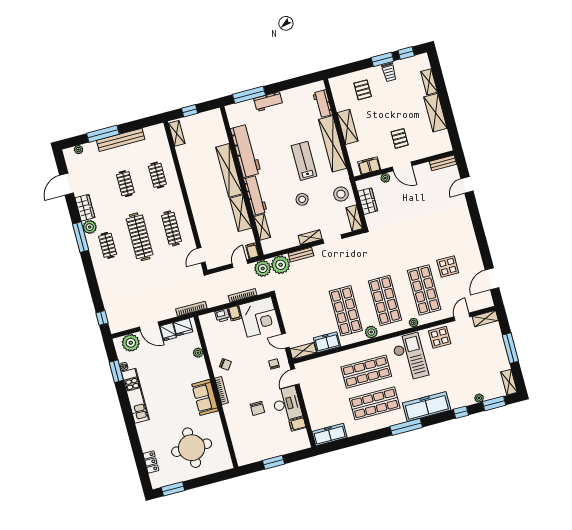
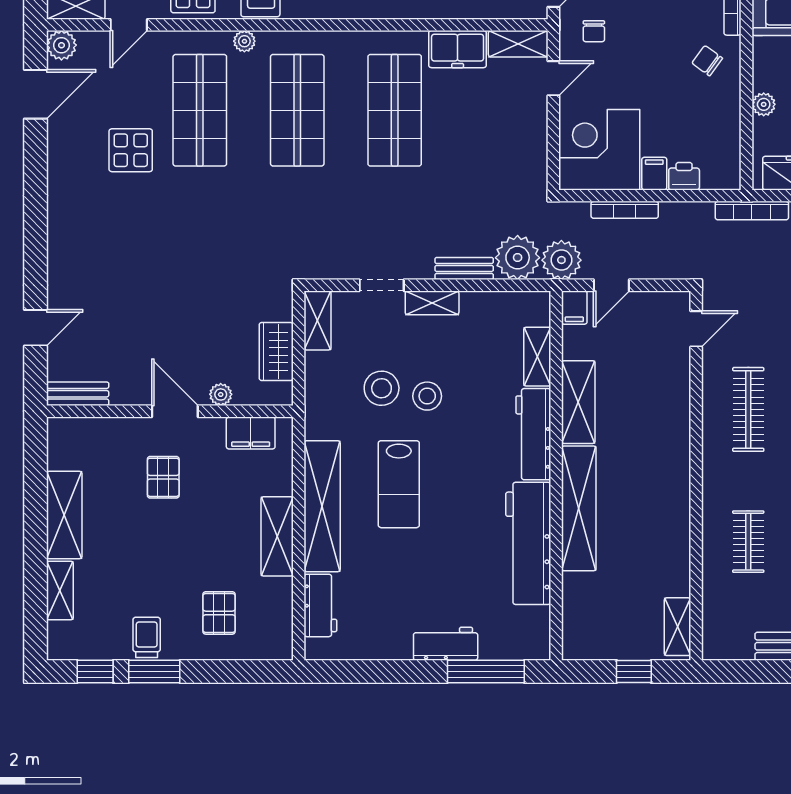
stool: (341, 194) -> (382, 388), moved
plant: (371, 332) -> (61, 45), moved
door: (285, 341) -> (553, 78), hinge flipped

